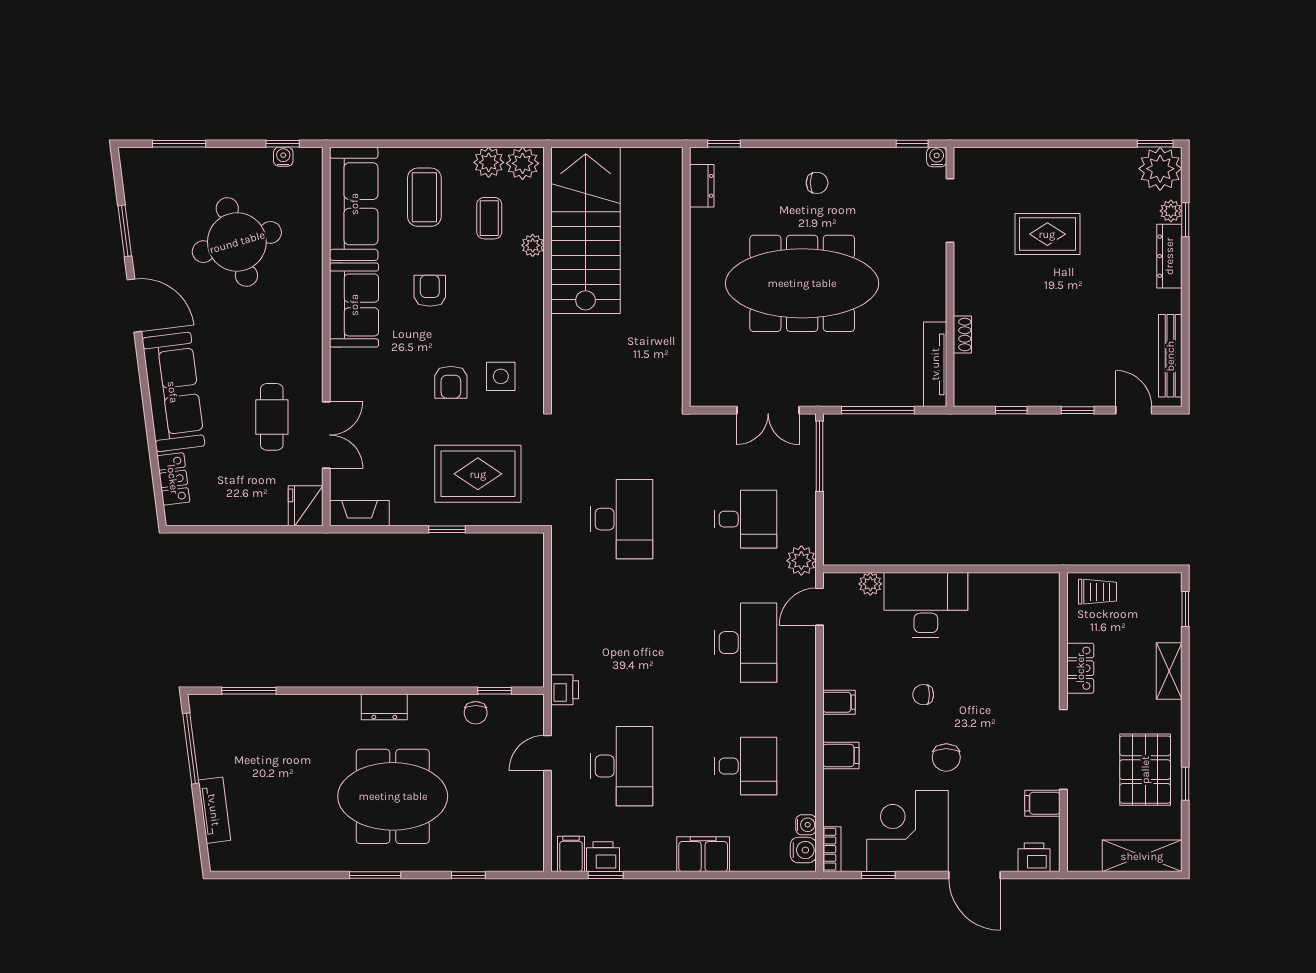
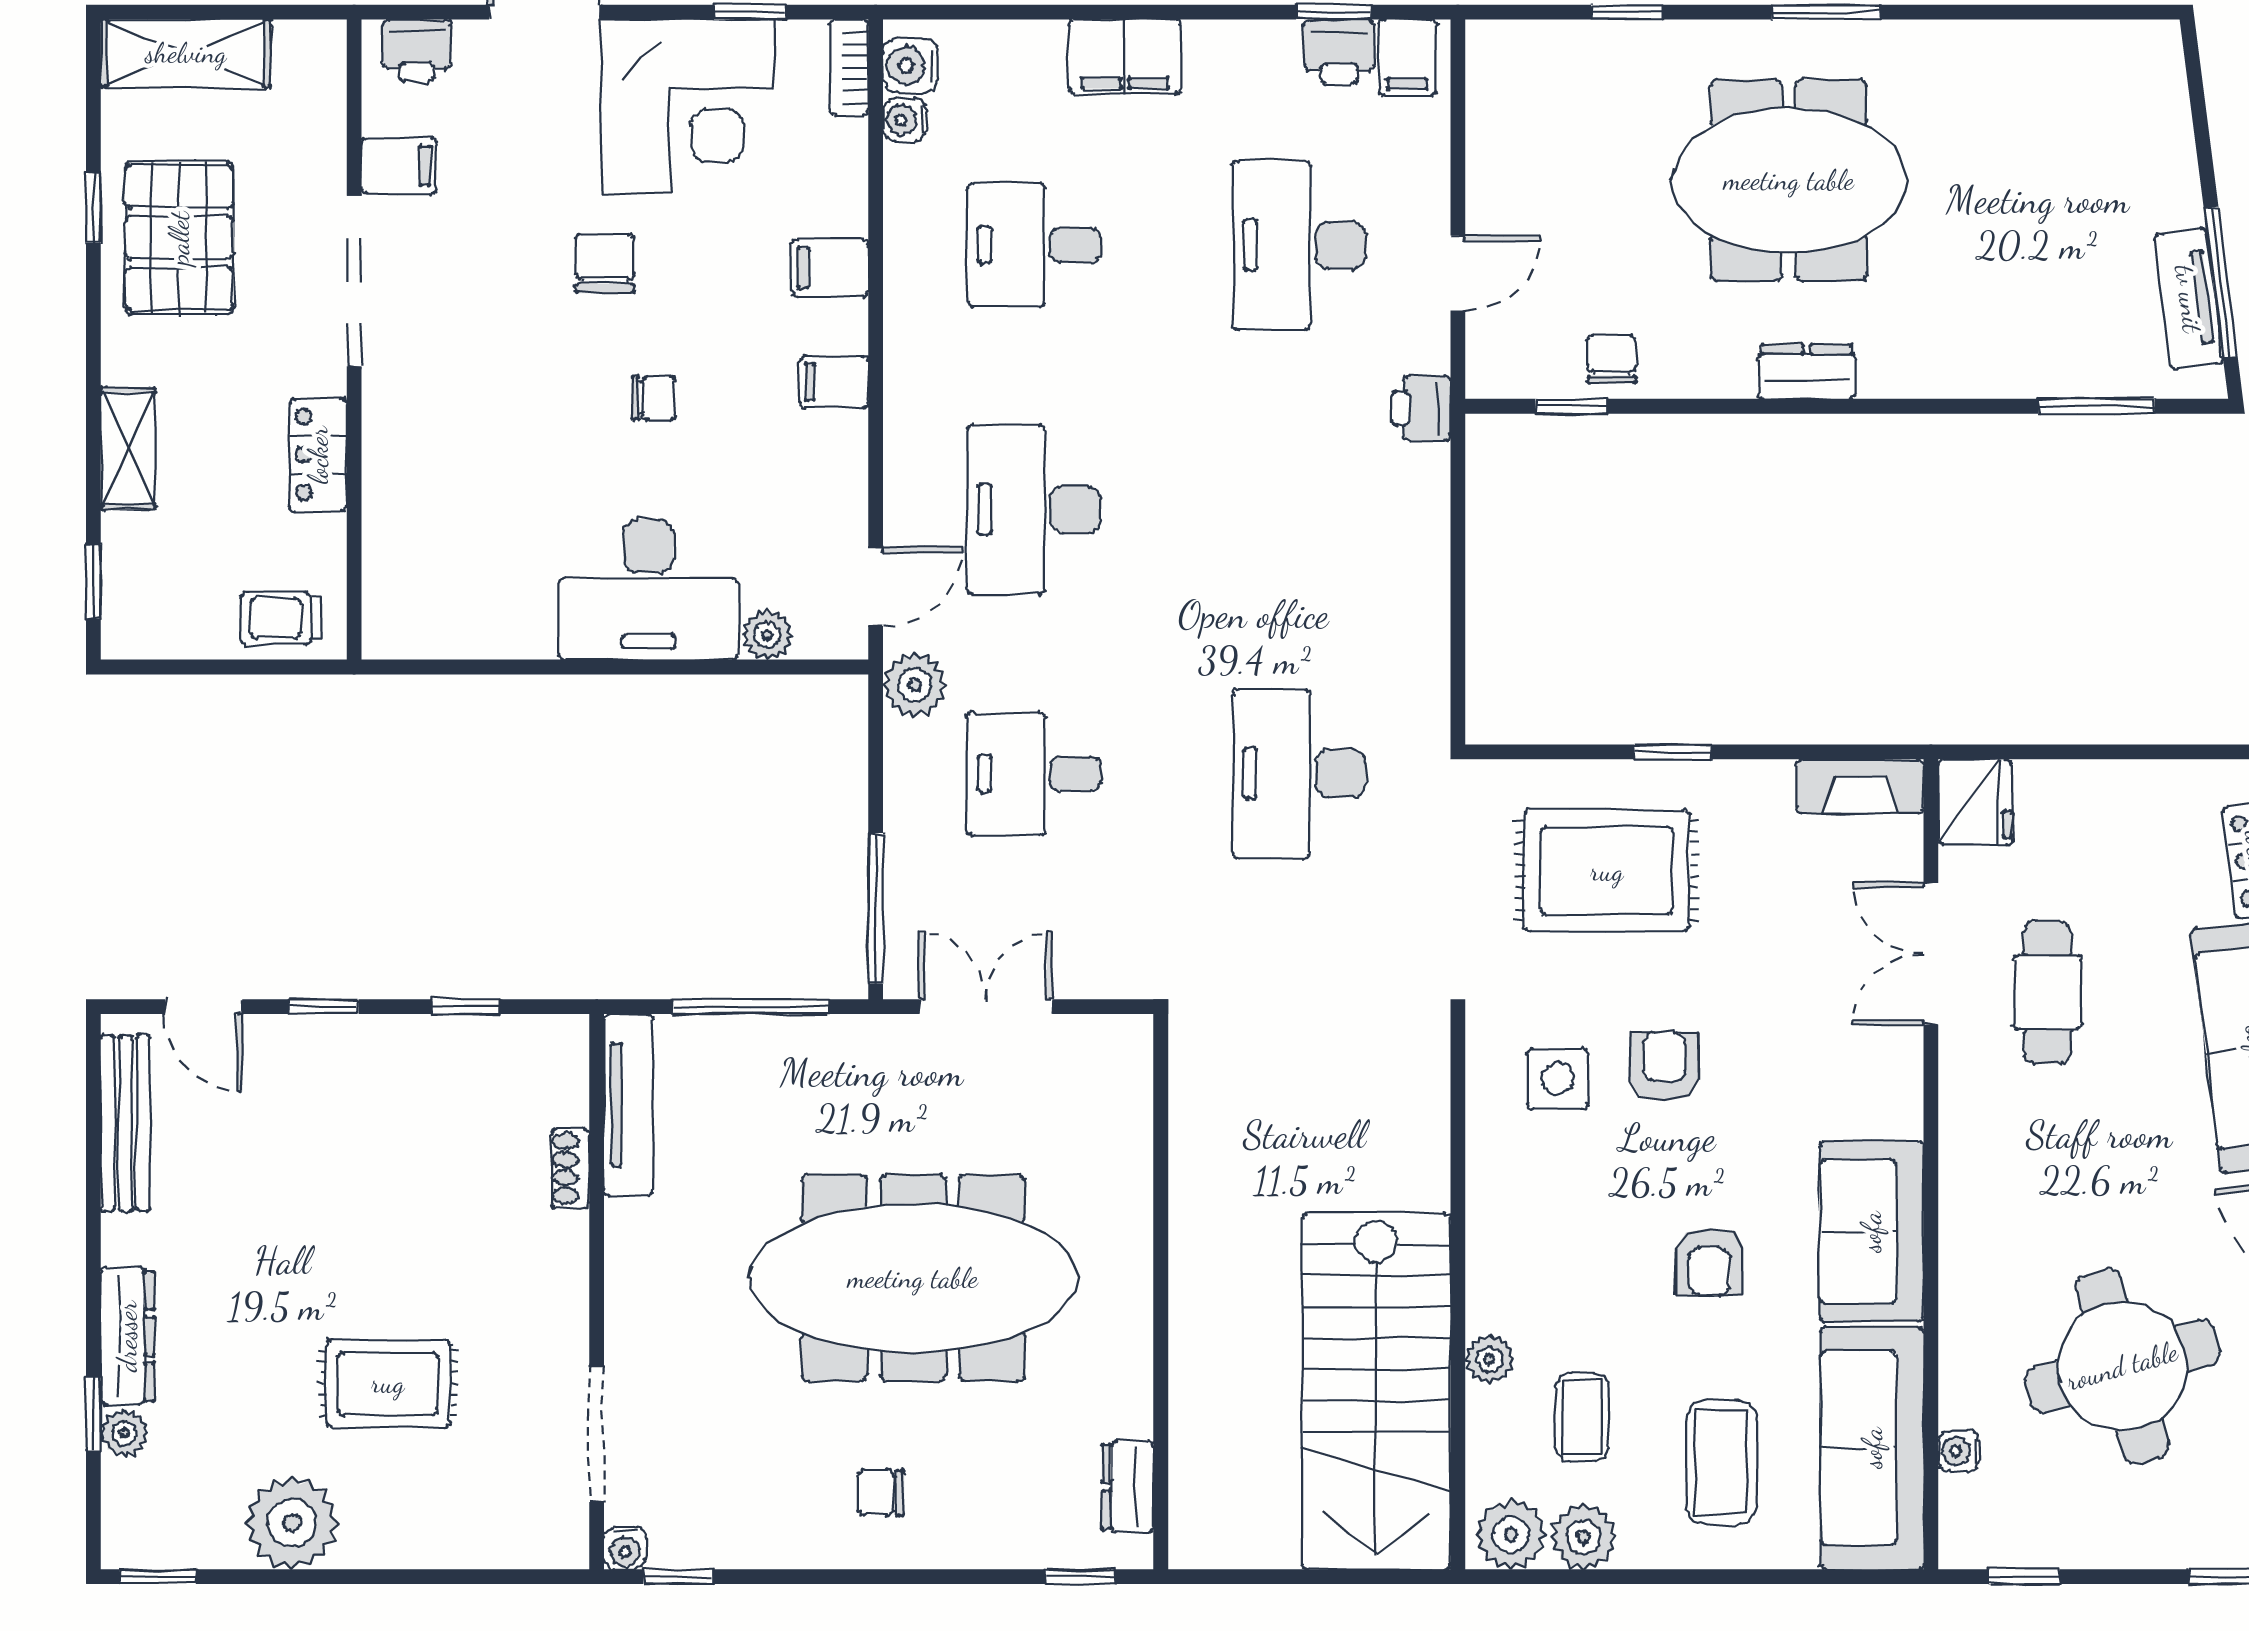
water cooler: (283, 157) -> (1959, 1451), moved, turned 90
plant: (1160, 169) -> (292, 1523), moved
tv unit: (214, 810) -> (2189, 299), moved

